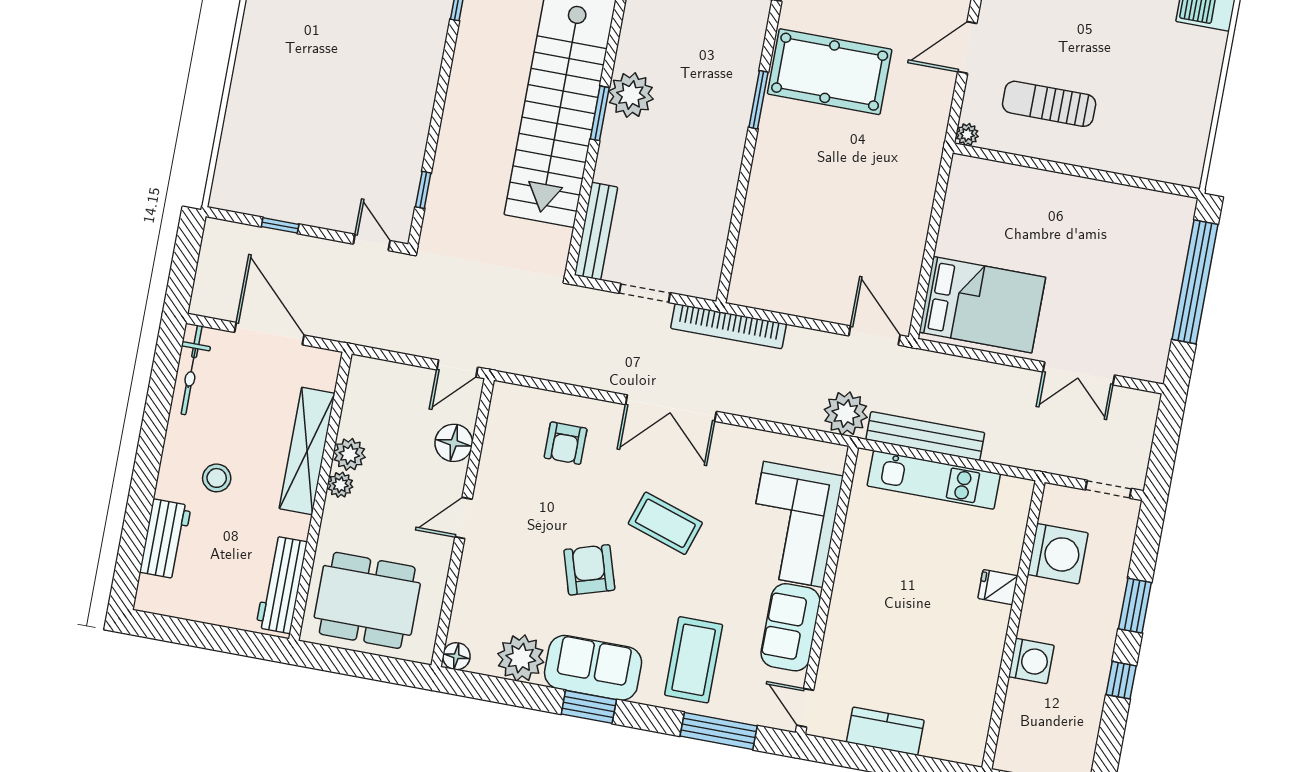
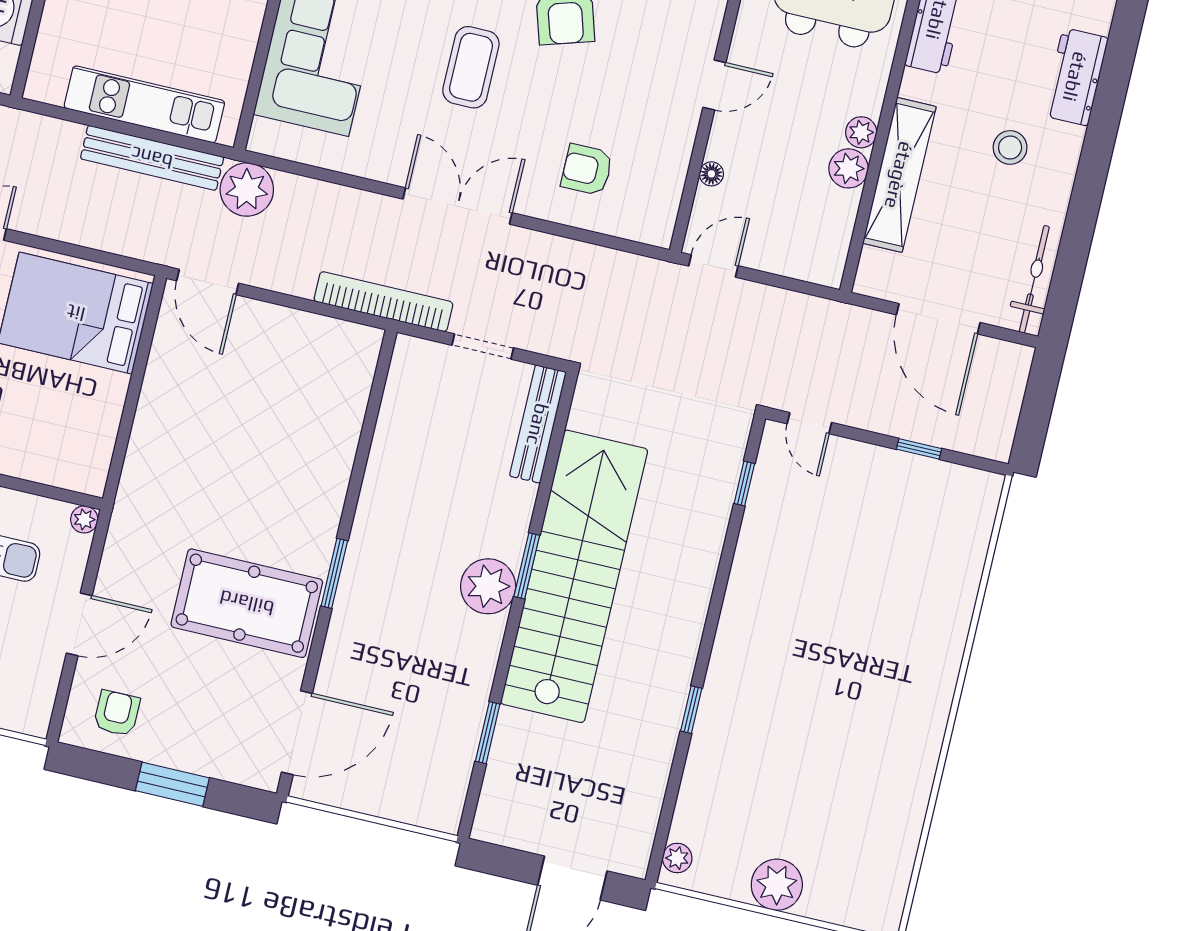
floor lamp: (454, 443) -> (711, 174), width x0.53, depth x0.53
armchair: (566, 443) -> (587, 170), turned -90
coffee table: (665, 523) -> (471, 67), turned 72

